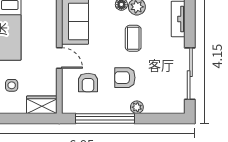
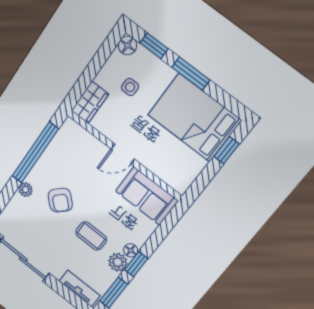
armchair: (125, 78) -> (60, 200), turned 135
armchair: (88, 82) -> (80, 163), removed

